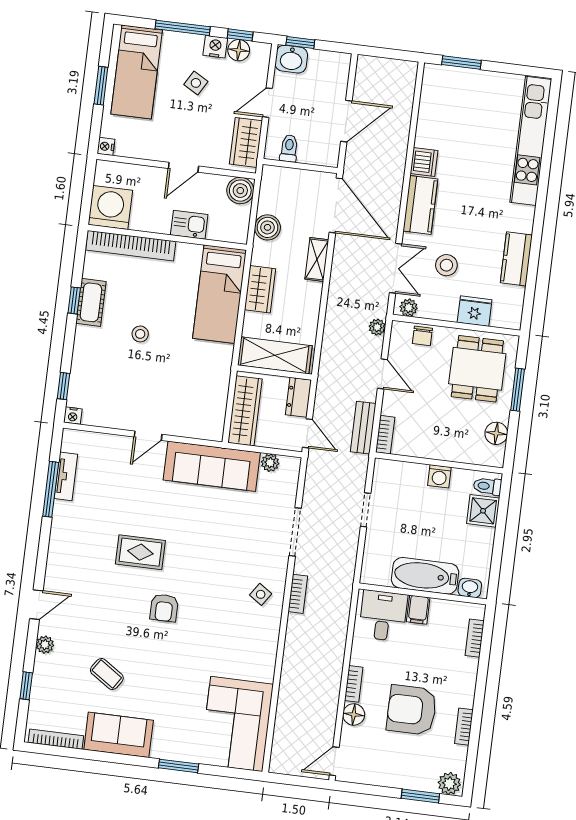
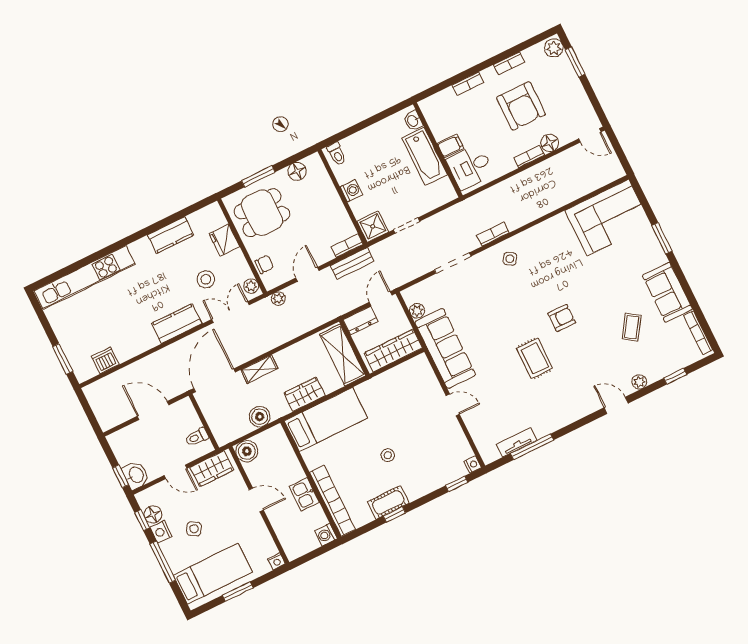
dishwasher: (424, 162) -> (105, 360), moved
washing machine: (110, 208) -> (326, 535), width x0.53, depth x0.53
kitchen sink: (189, 225) -> (304, 494), moved
shower: (483, 511) -> (373, 226), moved
bookcase: (475, 638) -> (468, 84), moved

